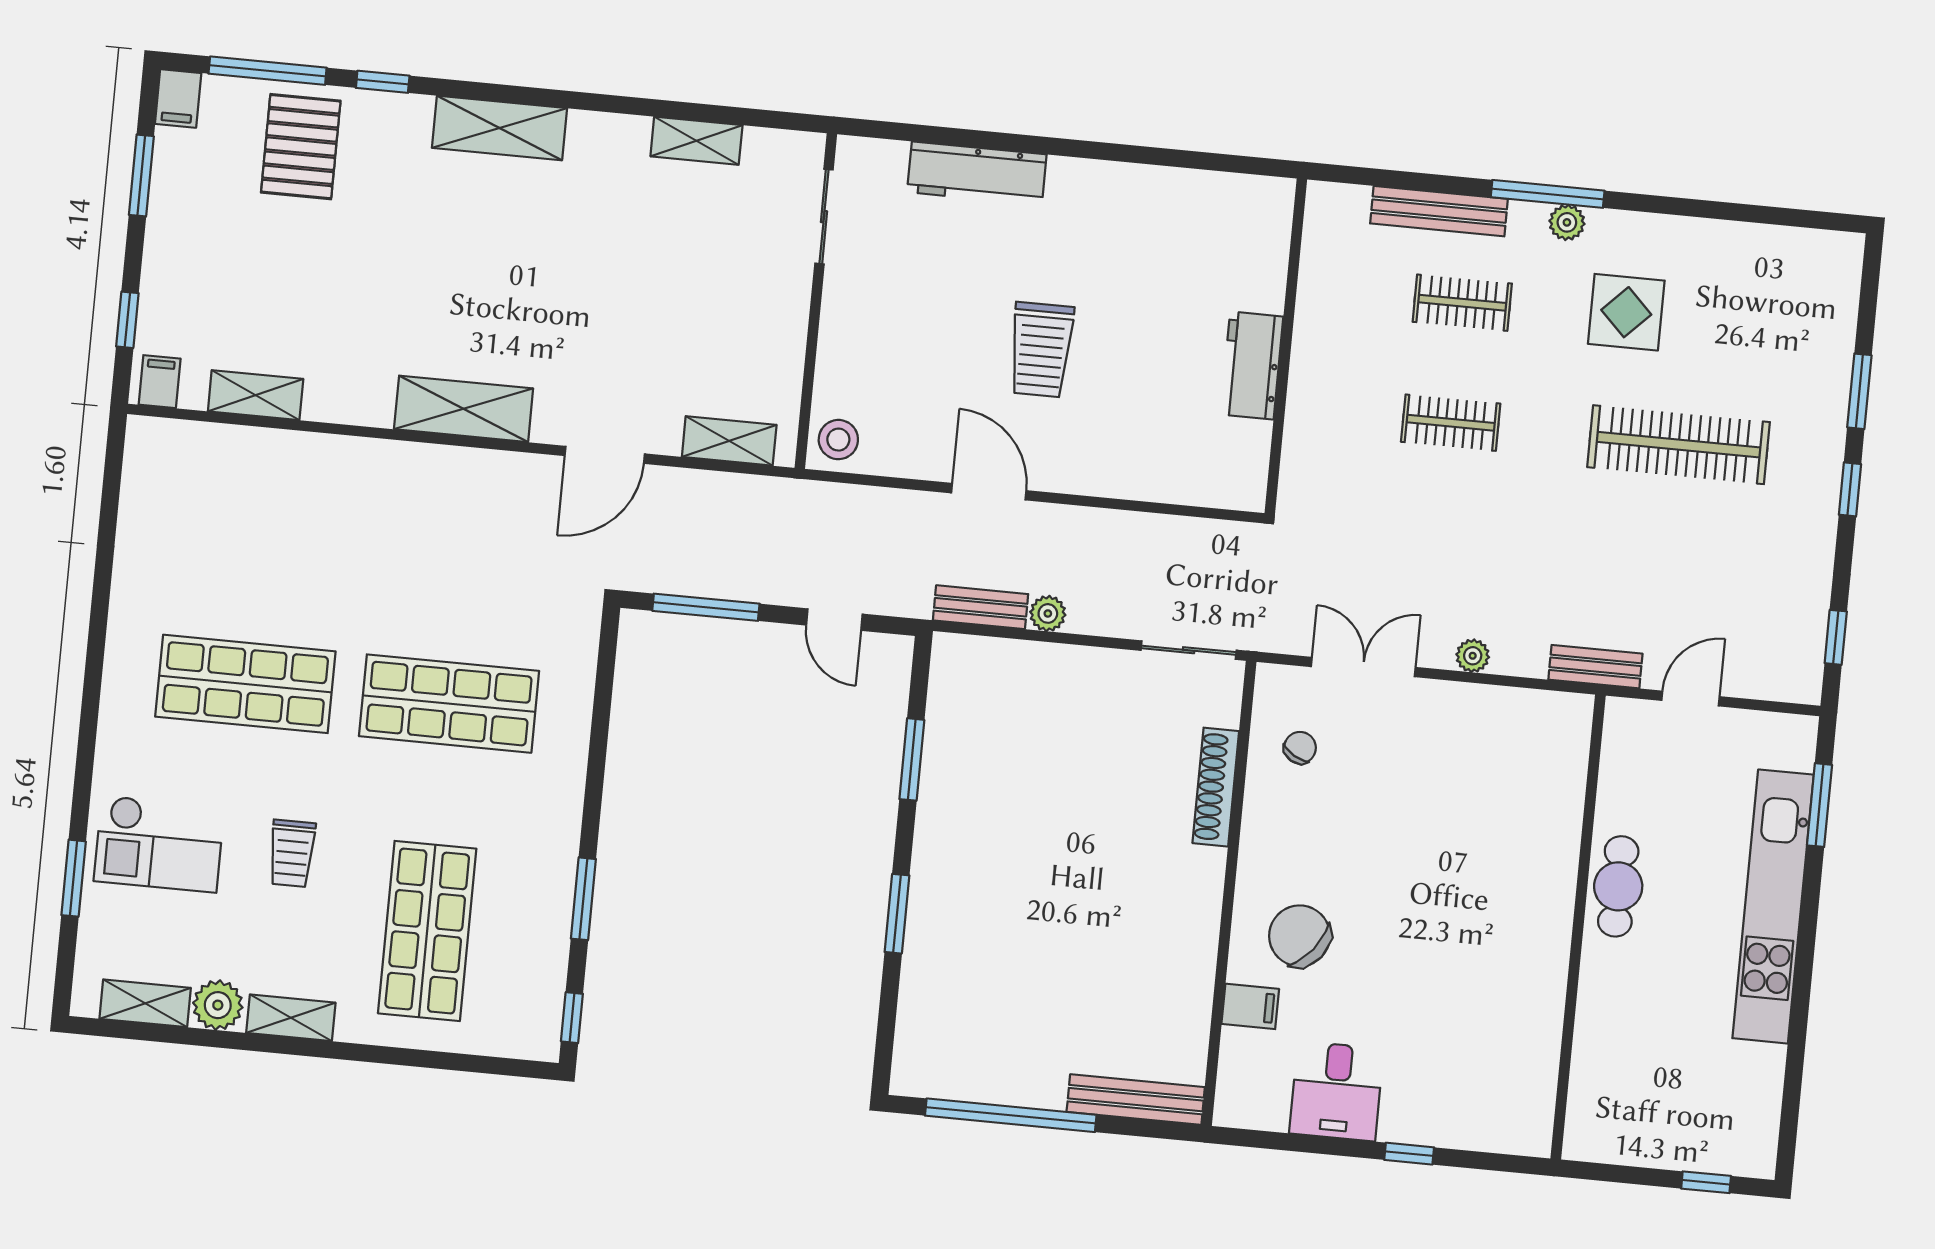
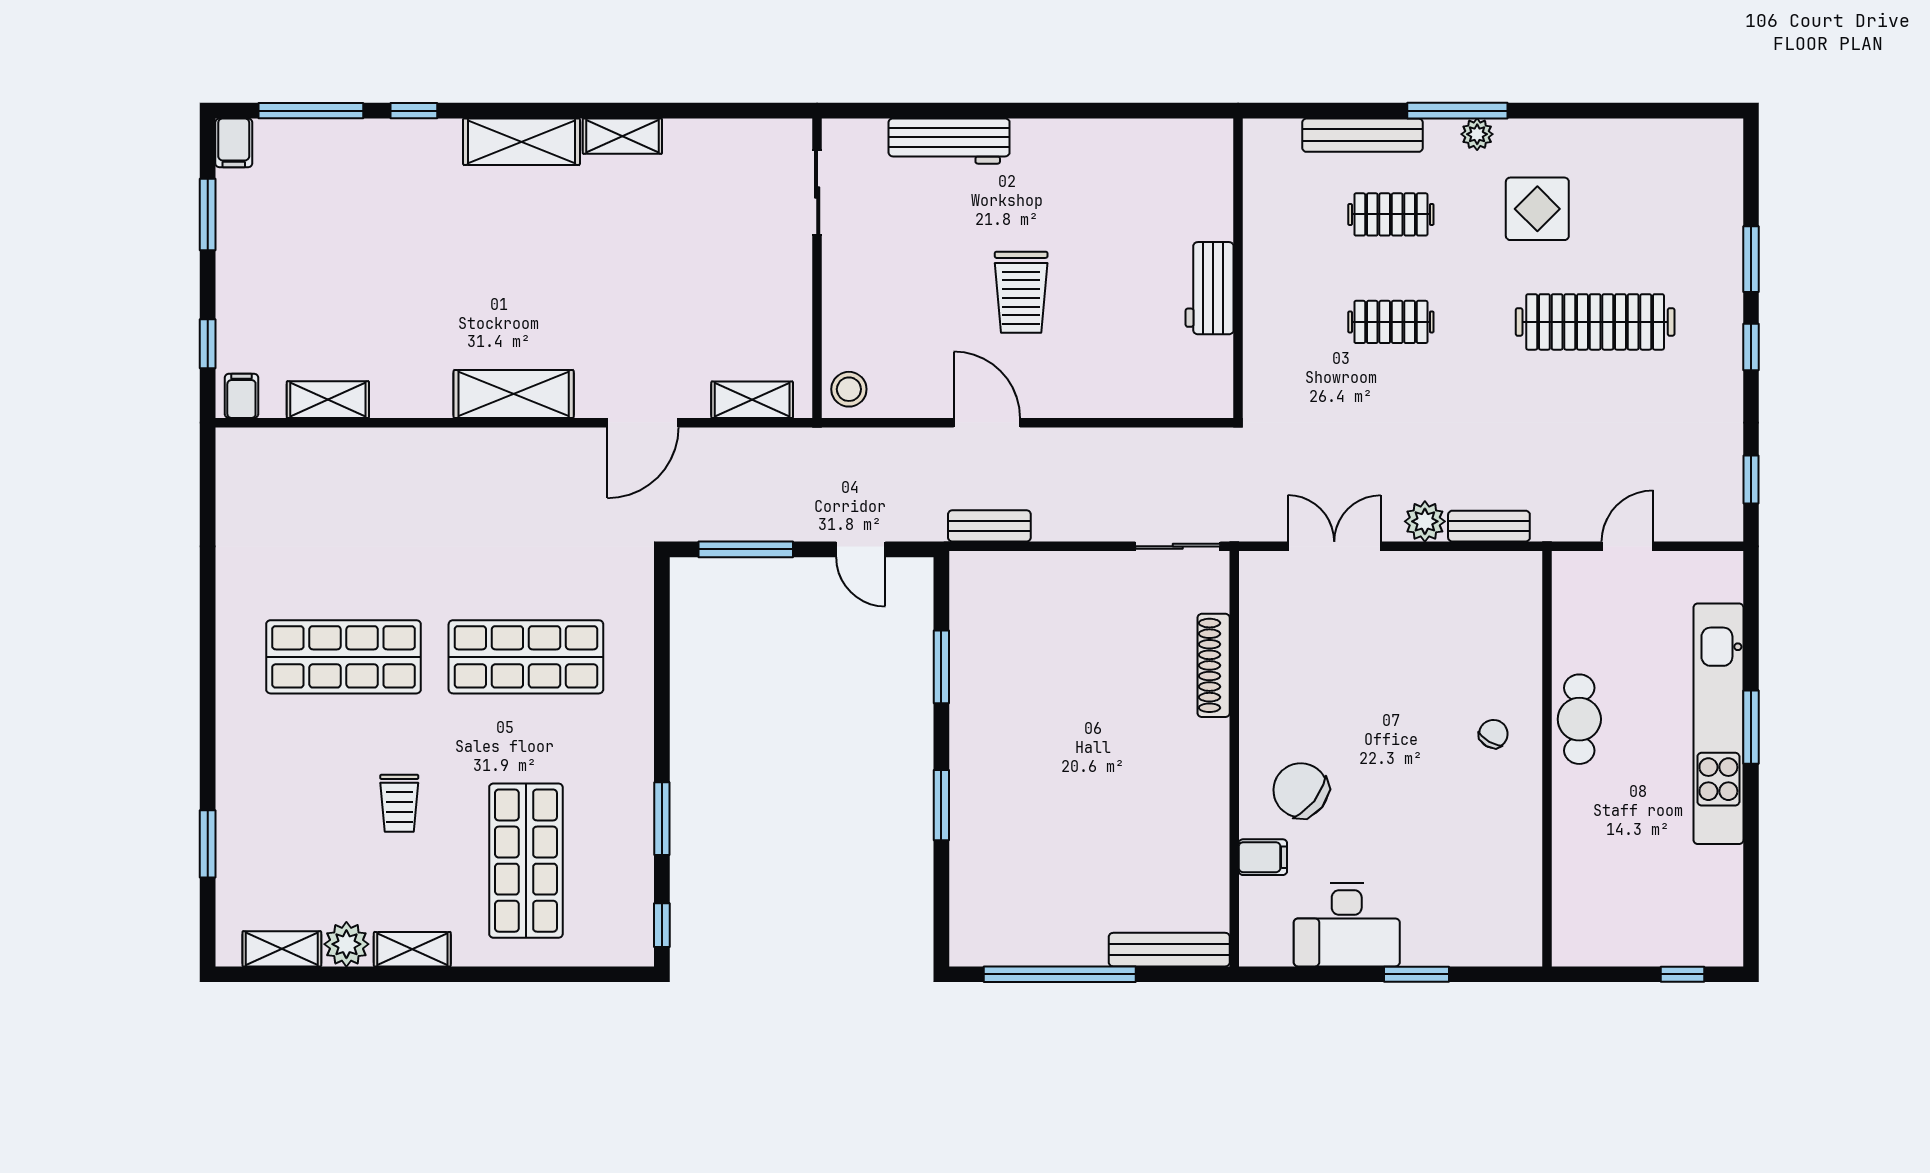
shelving: (696, 141) -> (622, 136), moved
pallet: (301, 147) -> (347, 175), removed
plant: (1048, 613) -> (1050, 526), removed
plant: (1473, 656) -> (1425, 521), width x1.38, depth x1.38
bench: (1595, 667) -> (1489, 526), moved
chair: (1300, 748) -> (1493, 734), moved
window: (1820, 805) -> (1751, 727), moved
checkout: (159, 844) -> (280, 806), removed
desk: (1336, 1091) -> (1347, 925), width x1.37
window: (1409, 1154) -> (1417, 974), width x1.50

